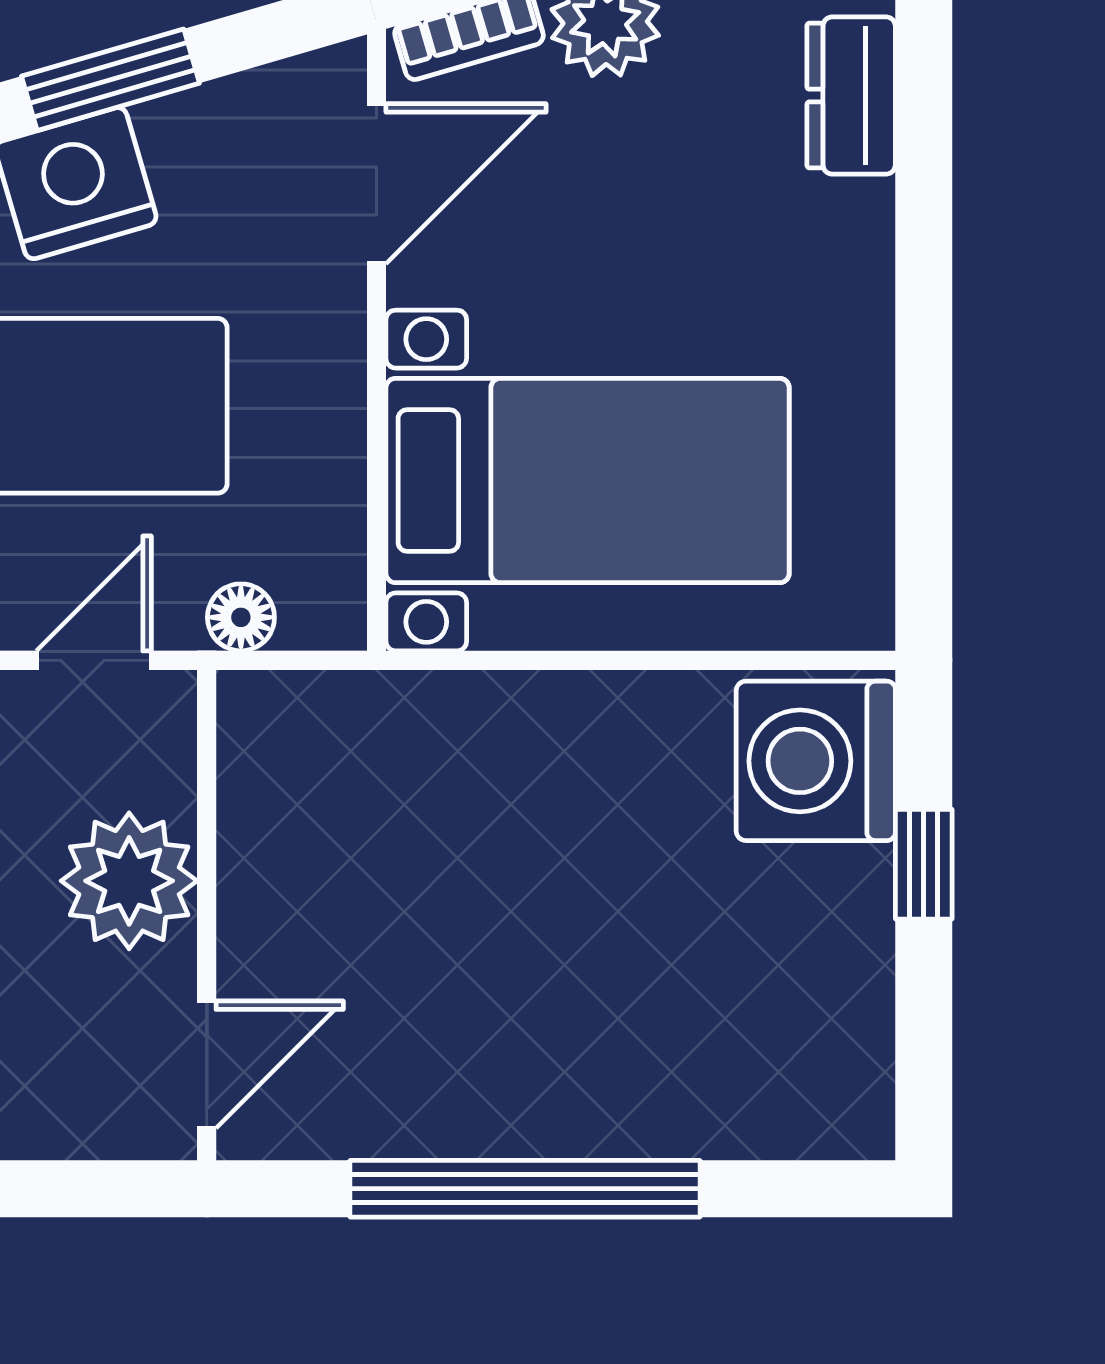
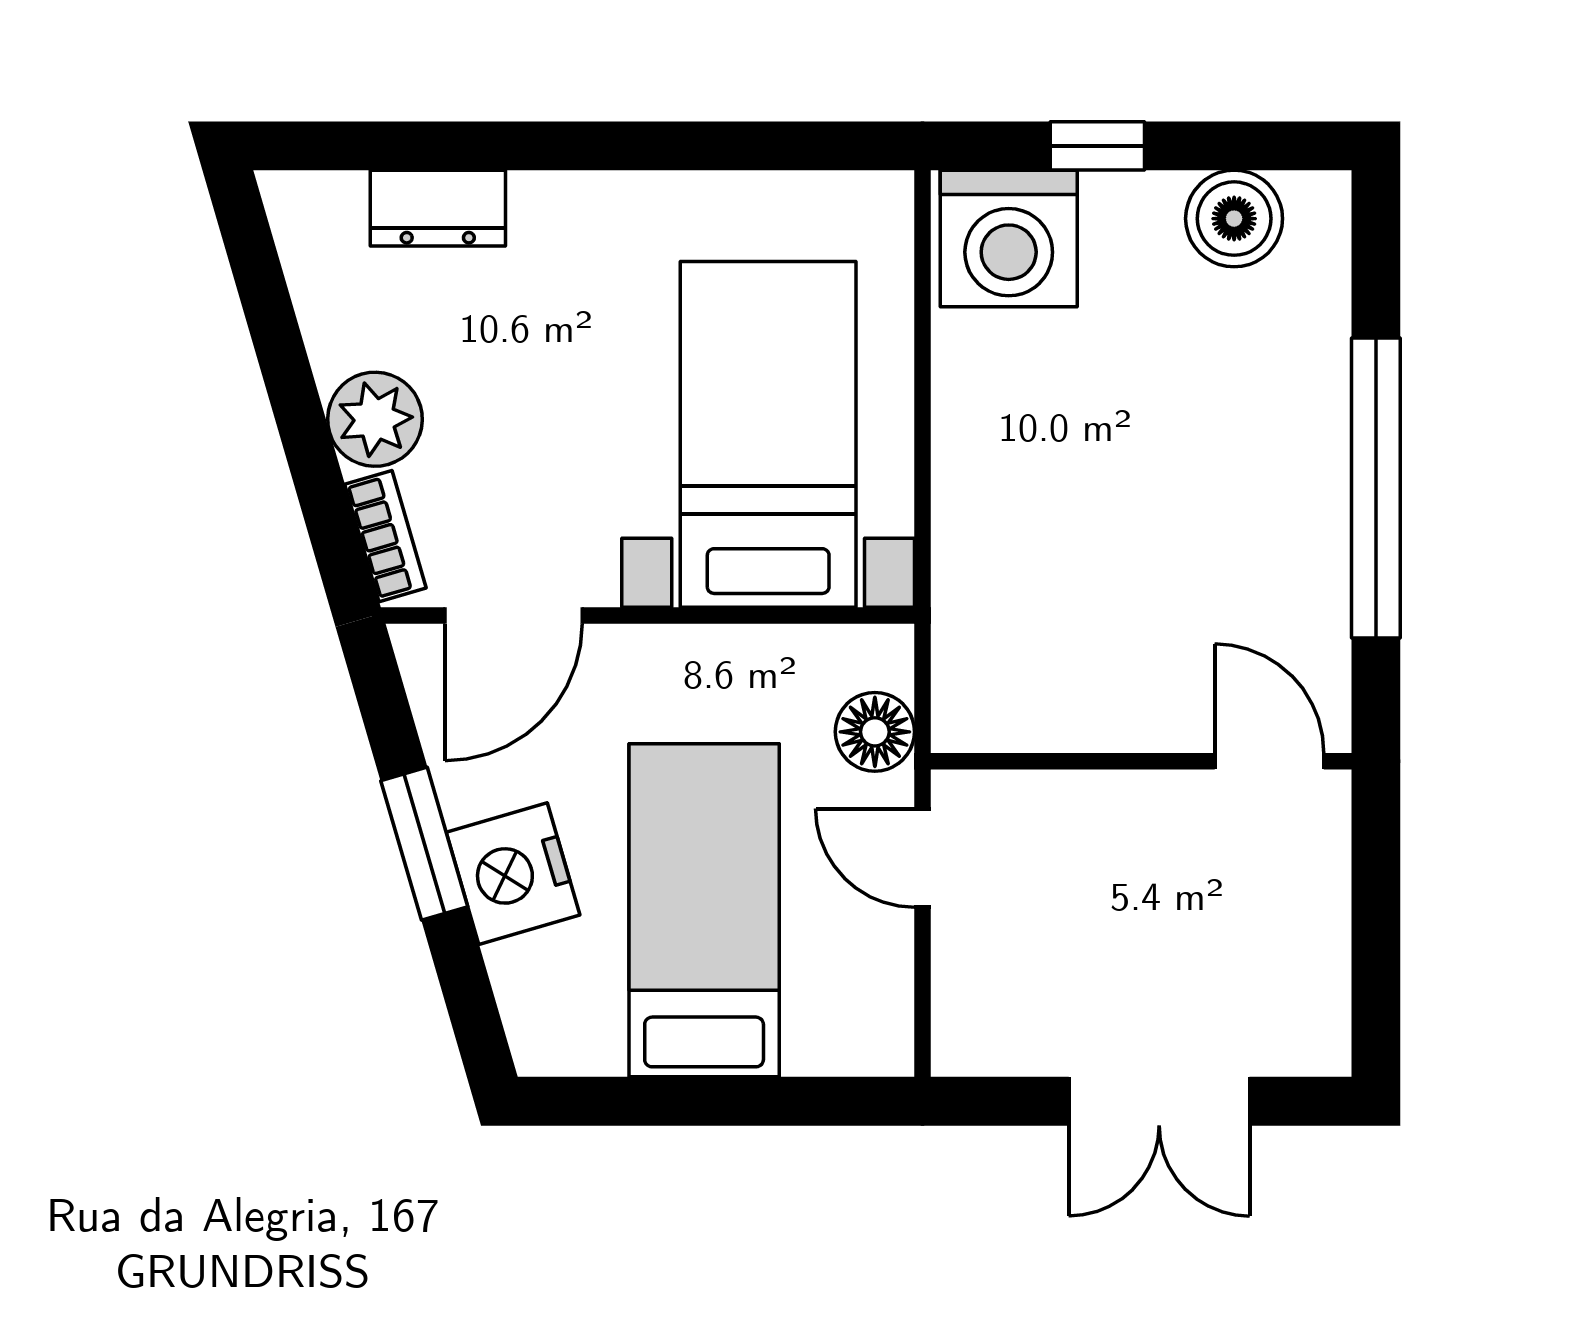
door: (376, 184) -> (513, 615), swing flipped
floor lamp: (241, 617) -> (875, 732), width x1.37, depth x1.37
plant: (129, 881) -> (1112, 828), removed
boiler: (839, 1024) -> (1234, 219), added

